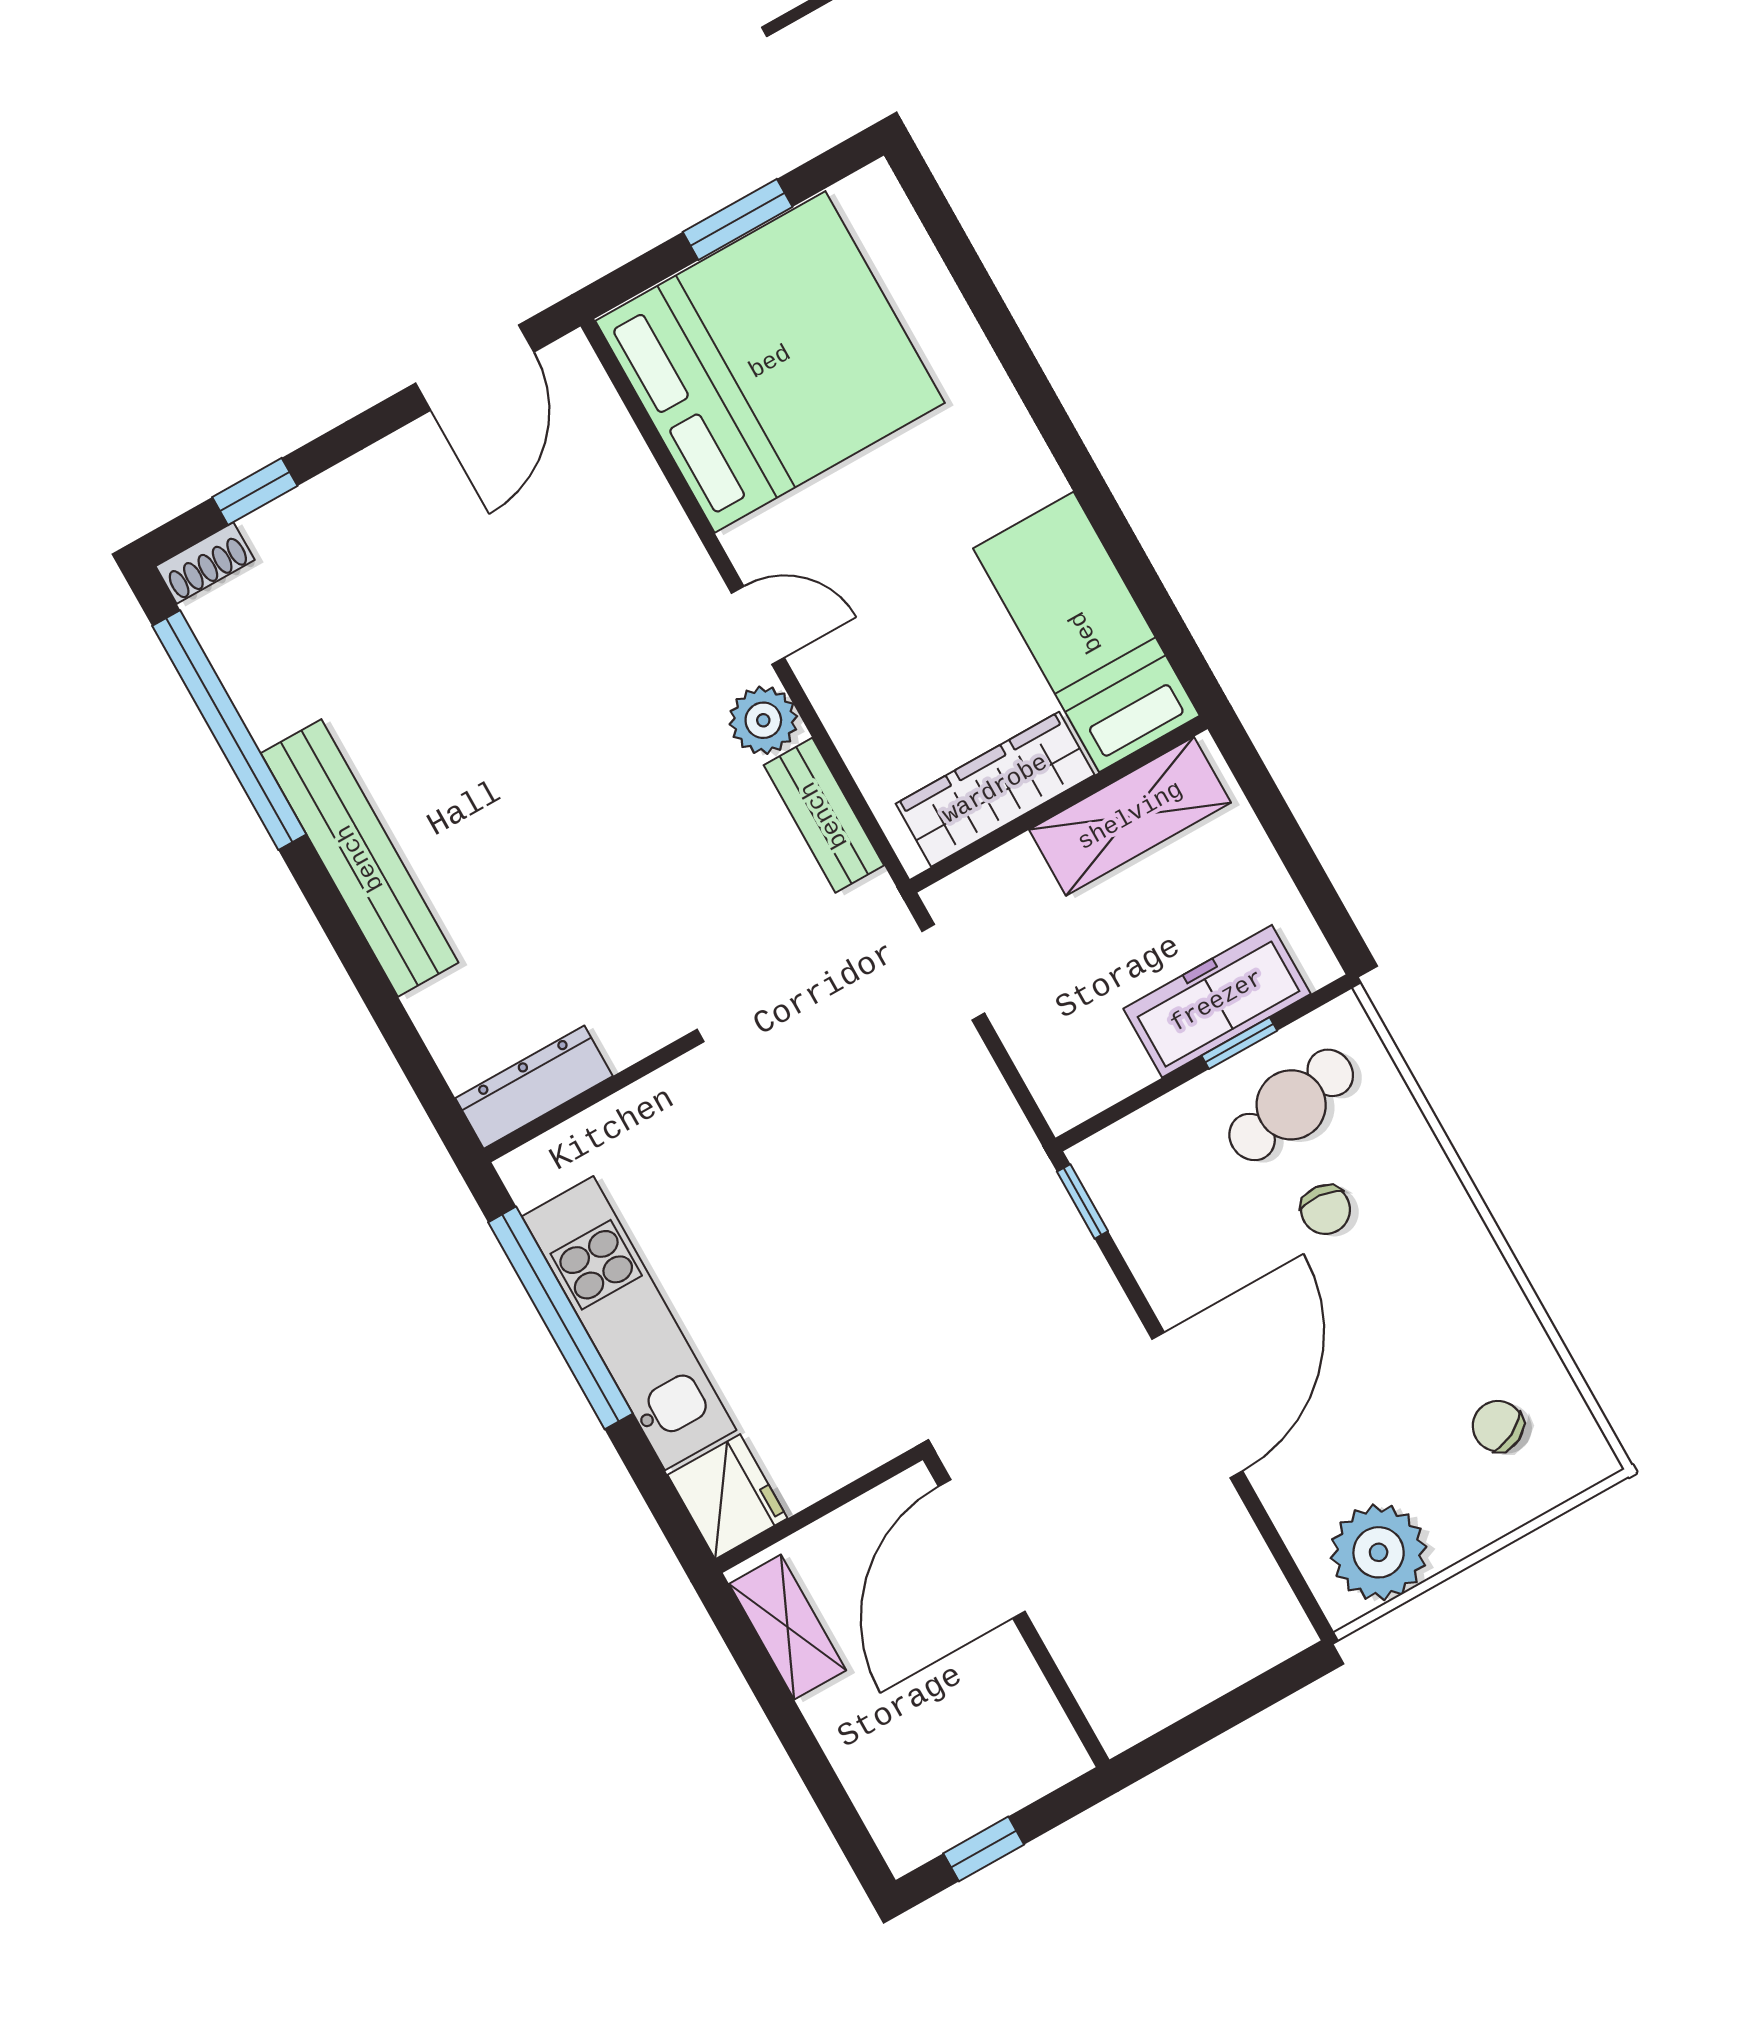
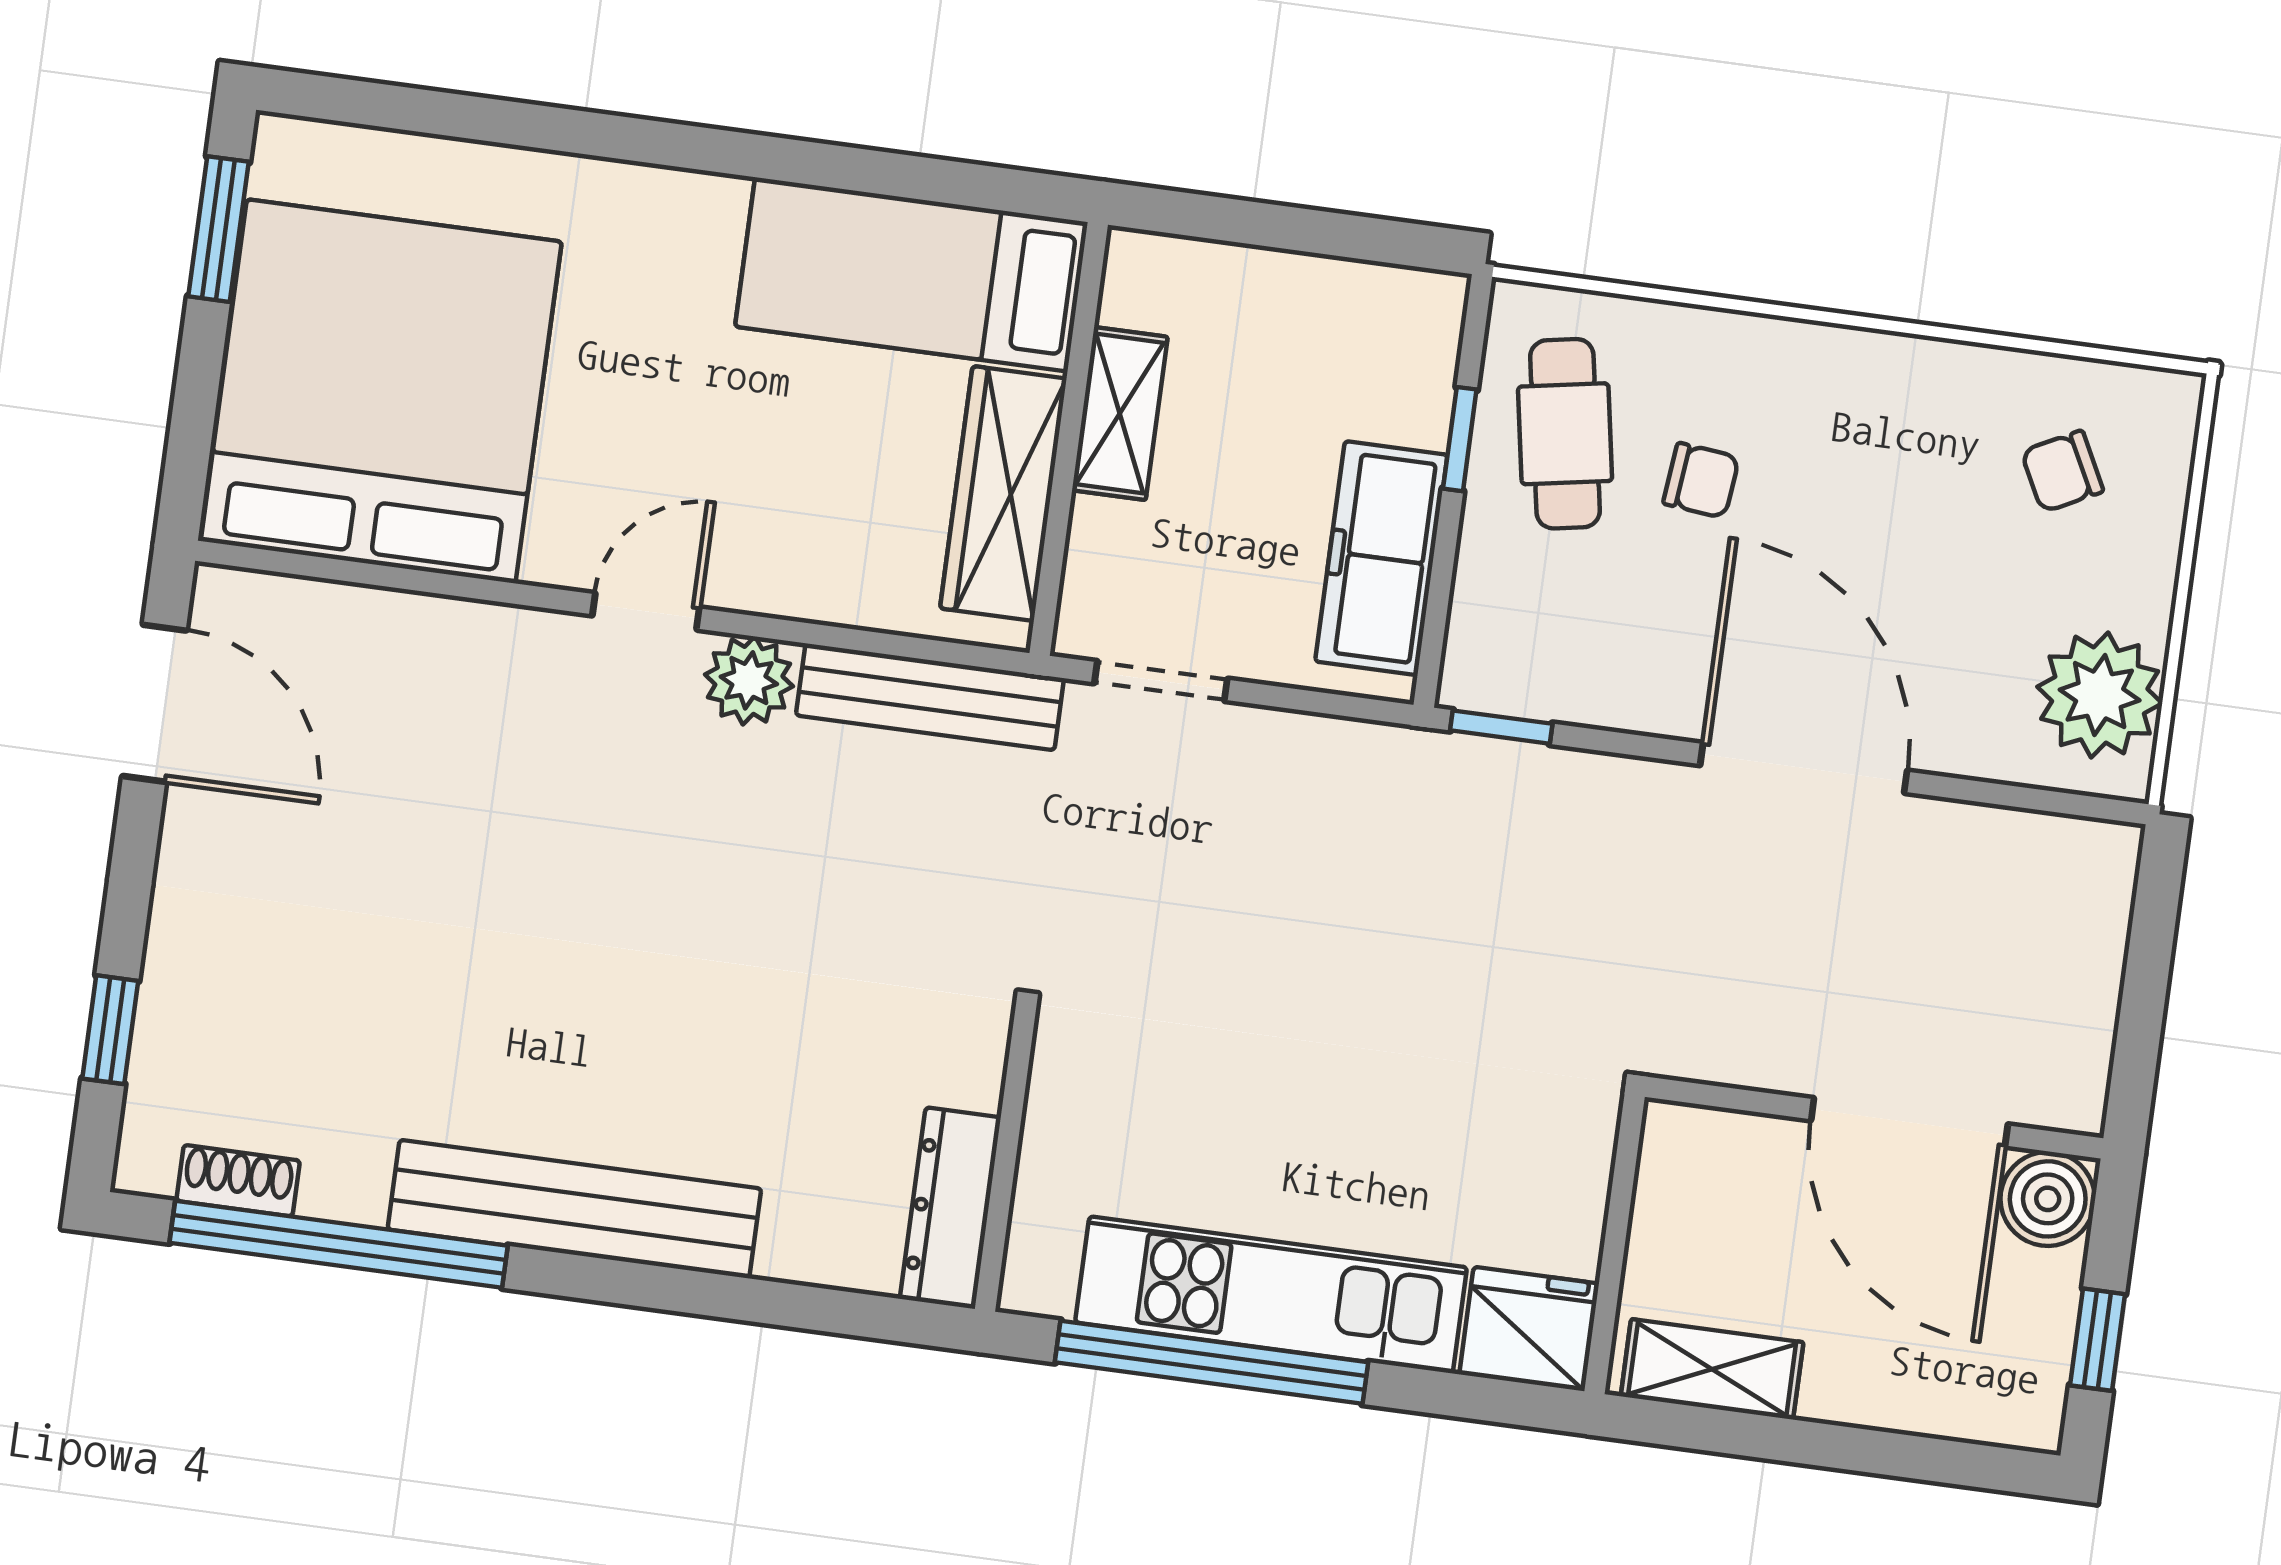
window: (738, 219) -> (219, 229), moved
shoe rack: (205, 563) -> (238, 1181), moved, turned -90
bench: (824, 815) -> (930, 697), width x1.36
shelving: (1130, 816) -> (1120, 413), width x0.67, depth x0.75
freezer: (1217, 1001) -> (1381, 558), moved
door: (982, 1549) -> (1909, 1122), moved
boiler: (1047, 1753) -> (2048, 1199), added

